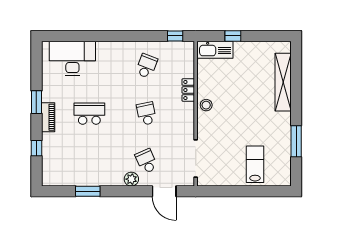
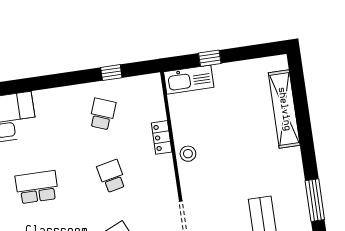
window: (175, 36) -> (111, 73), moved
window: (296, 141) -> (315, 200), moved

